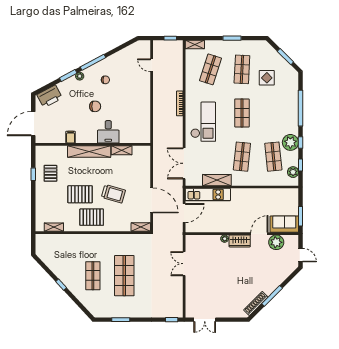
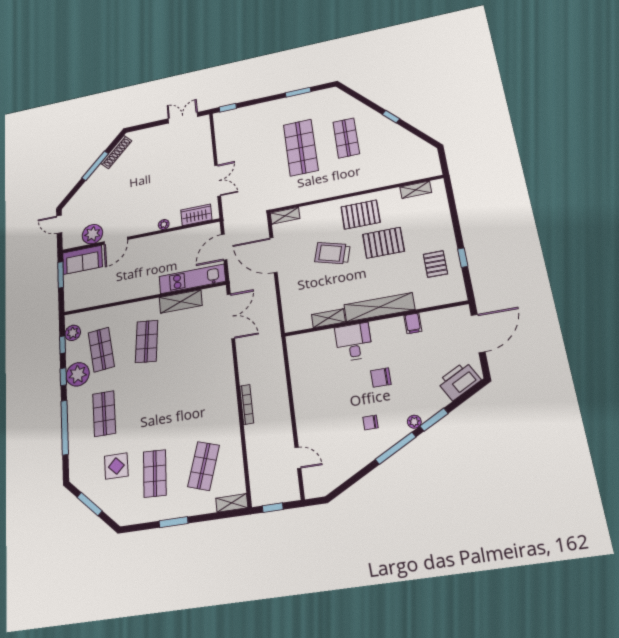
shop shelf: (242, 113) -> (104, 414), moved
checkout: (203, 122) -> (208, 383), removed
wardrobe: (240, 241) -> (196, 215), moved

